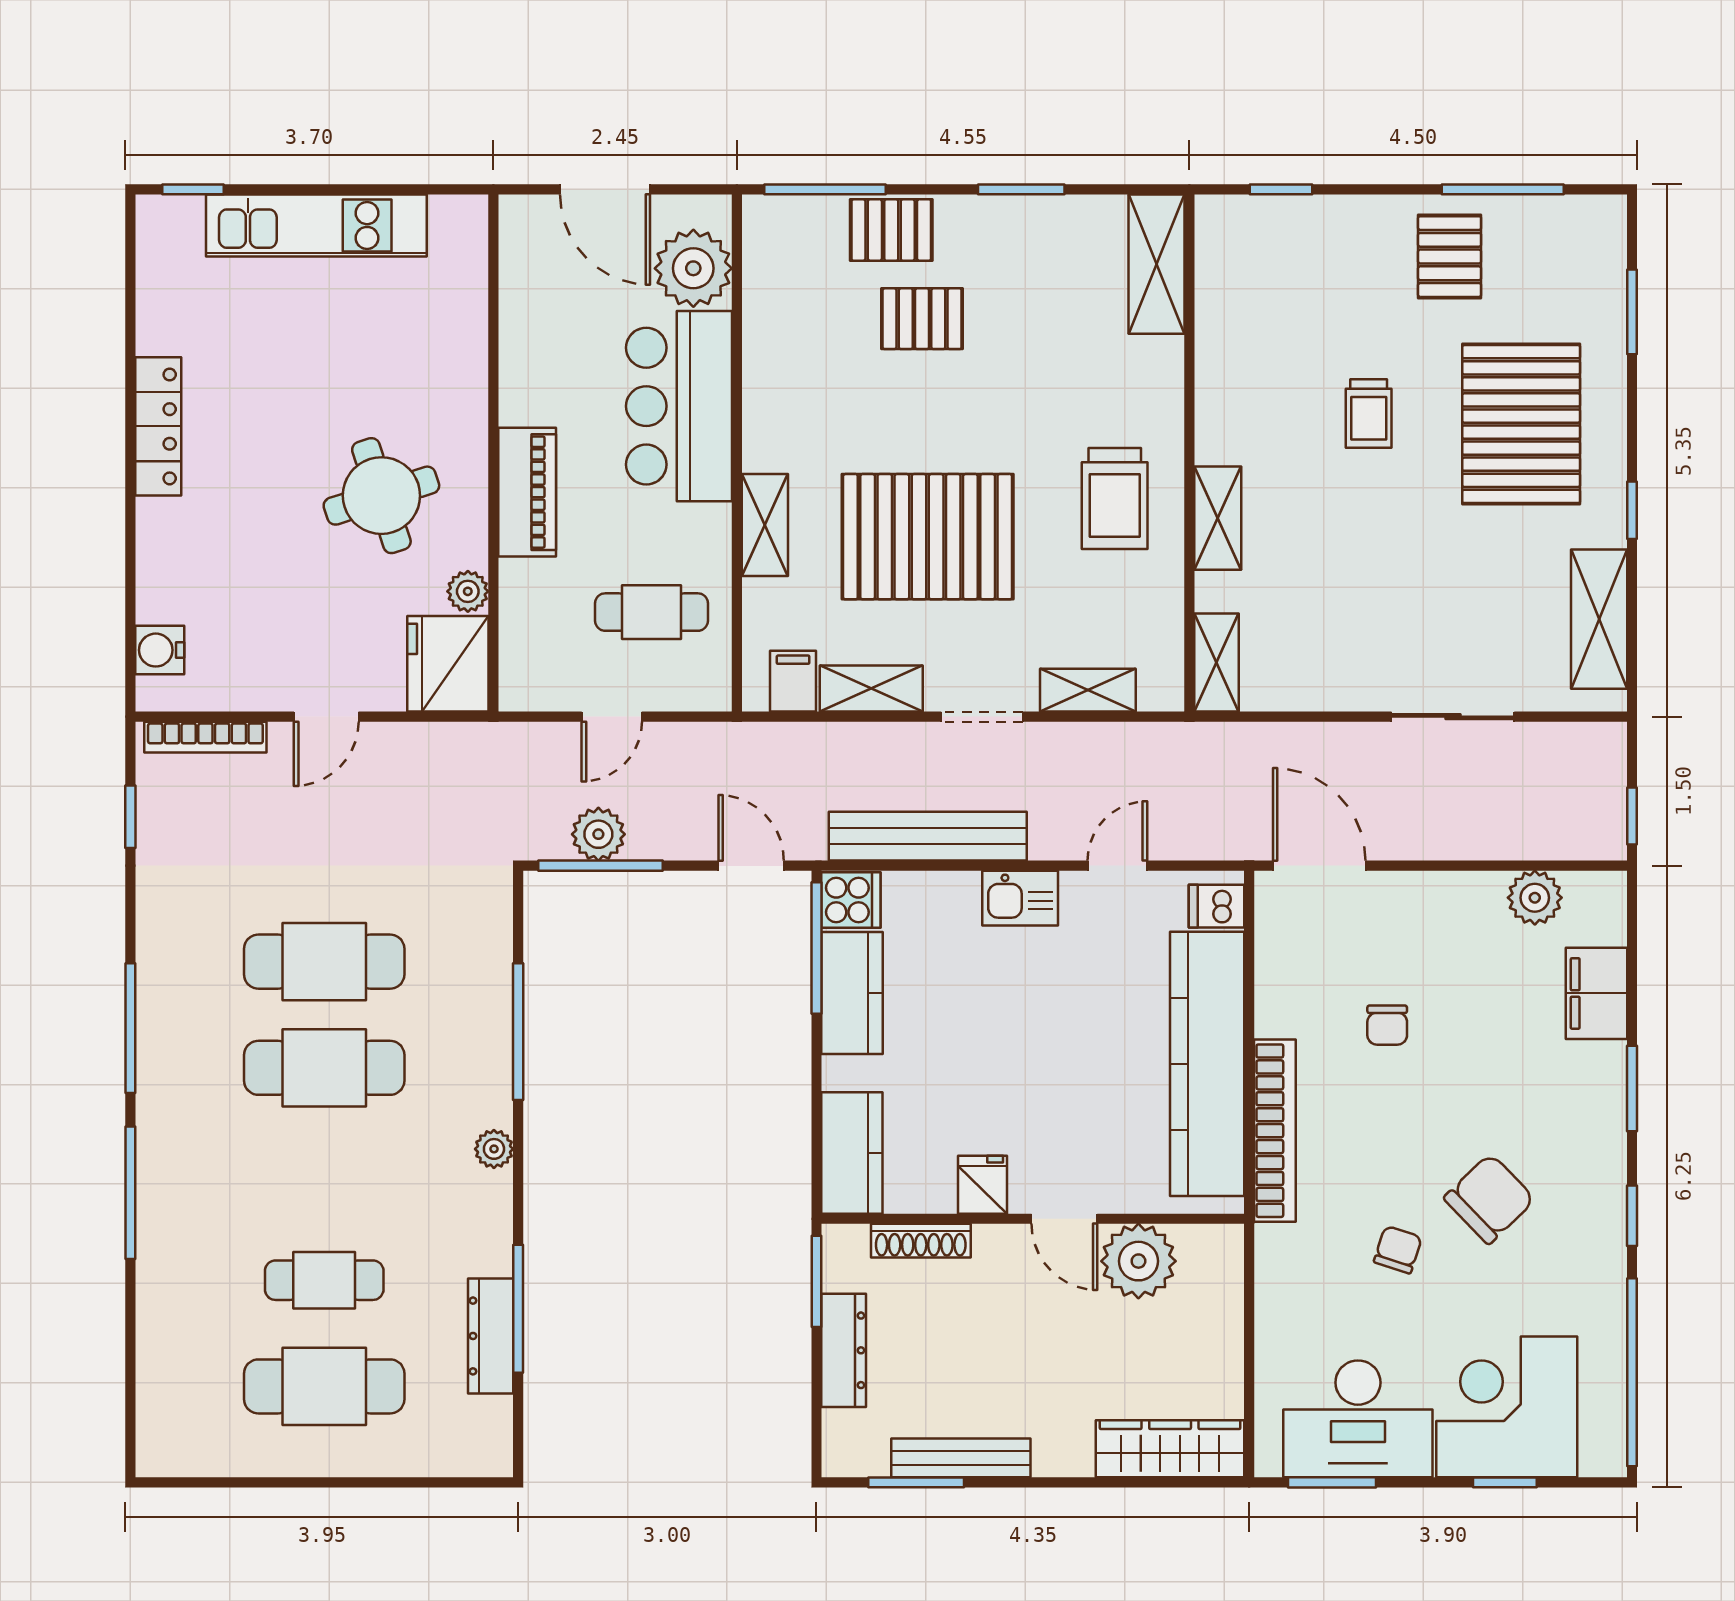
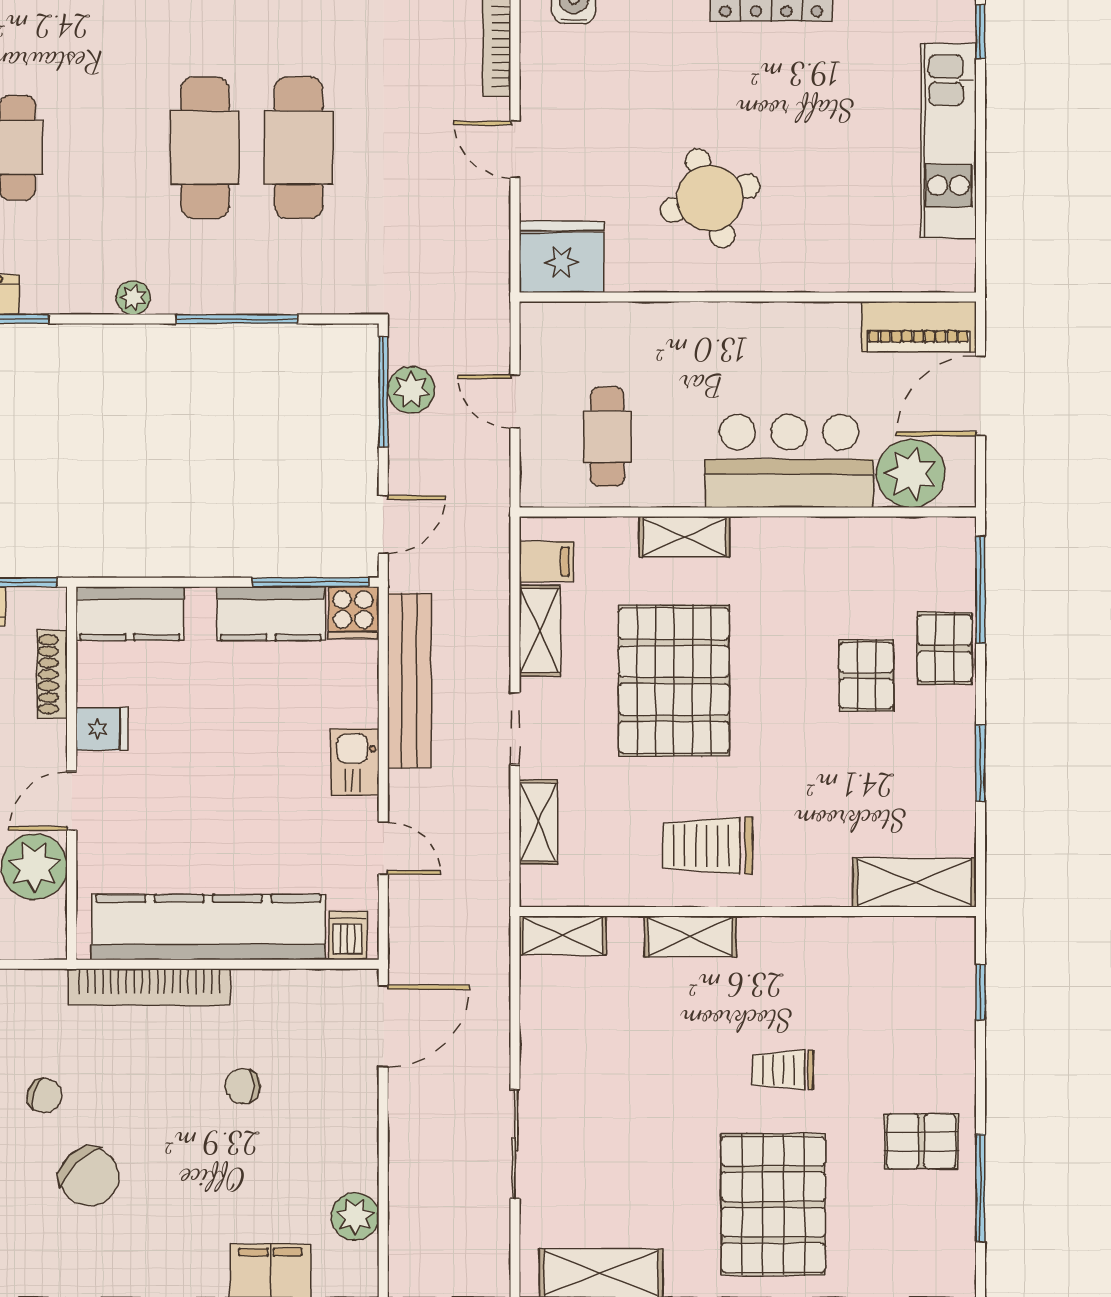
pallet: (1521, 424) -> (773, 1204), turned 90
piano: (527, 492) -> (919, 327), moved
plant: (468, 591) -> (626, 274), removed

